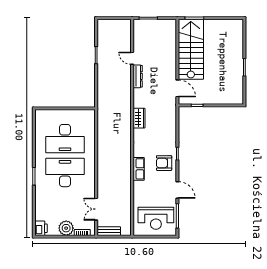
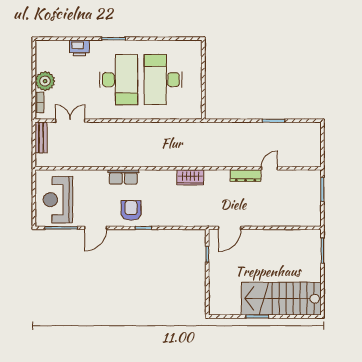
stairs: (191, 49) -> (281, 299), moved, turned 180
printer: (41, 228) -> (79, 48), moved

